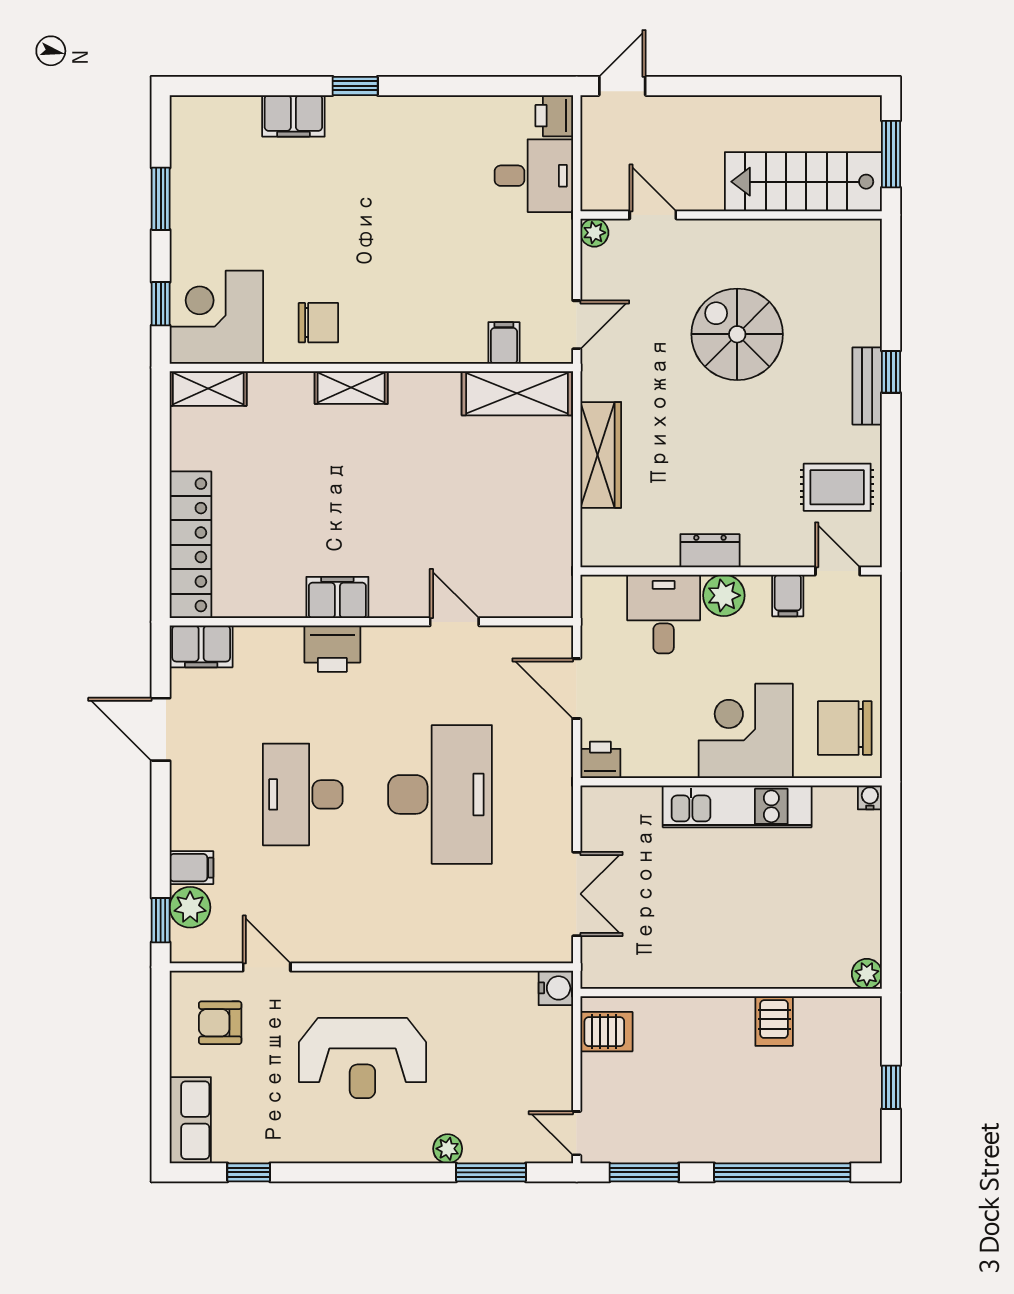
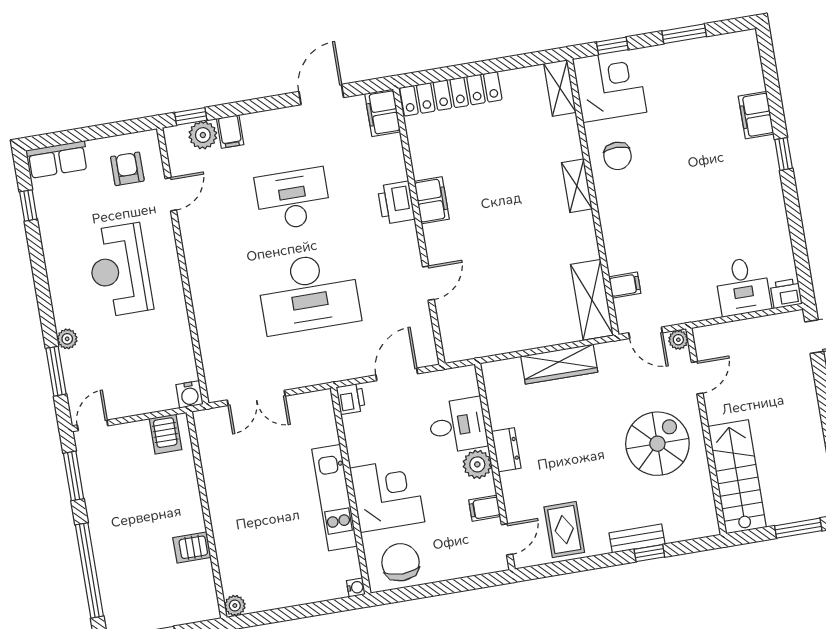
stairs: (803, 182) -> (737, 477), moved
door: (653, 215) -> (697, 378), moved
wall: (731, 215) -> (706, 431), moved
plant: (594, 233) -> (678, 340), moved

